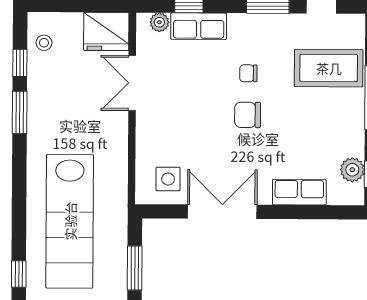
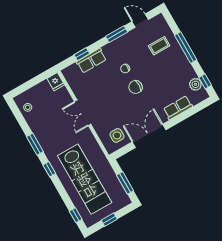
plant: (159, 22) -> (73, 69), removed
fridge: (106, 32) -> (56, 82), width x0.53, depth x0.75
window: (20, 63) -> (49, 169), moved
coffee table: (329, 68) -> (159, 46), width x0.54, depth x0.58
double door: (132, 83) -> (83, 113), moved

